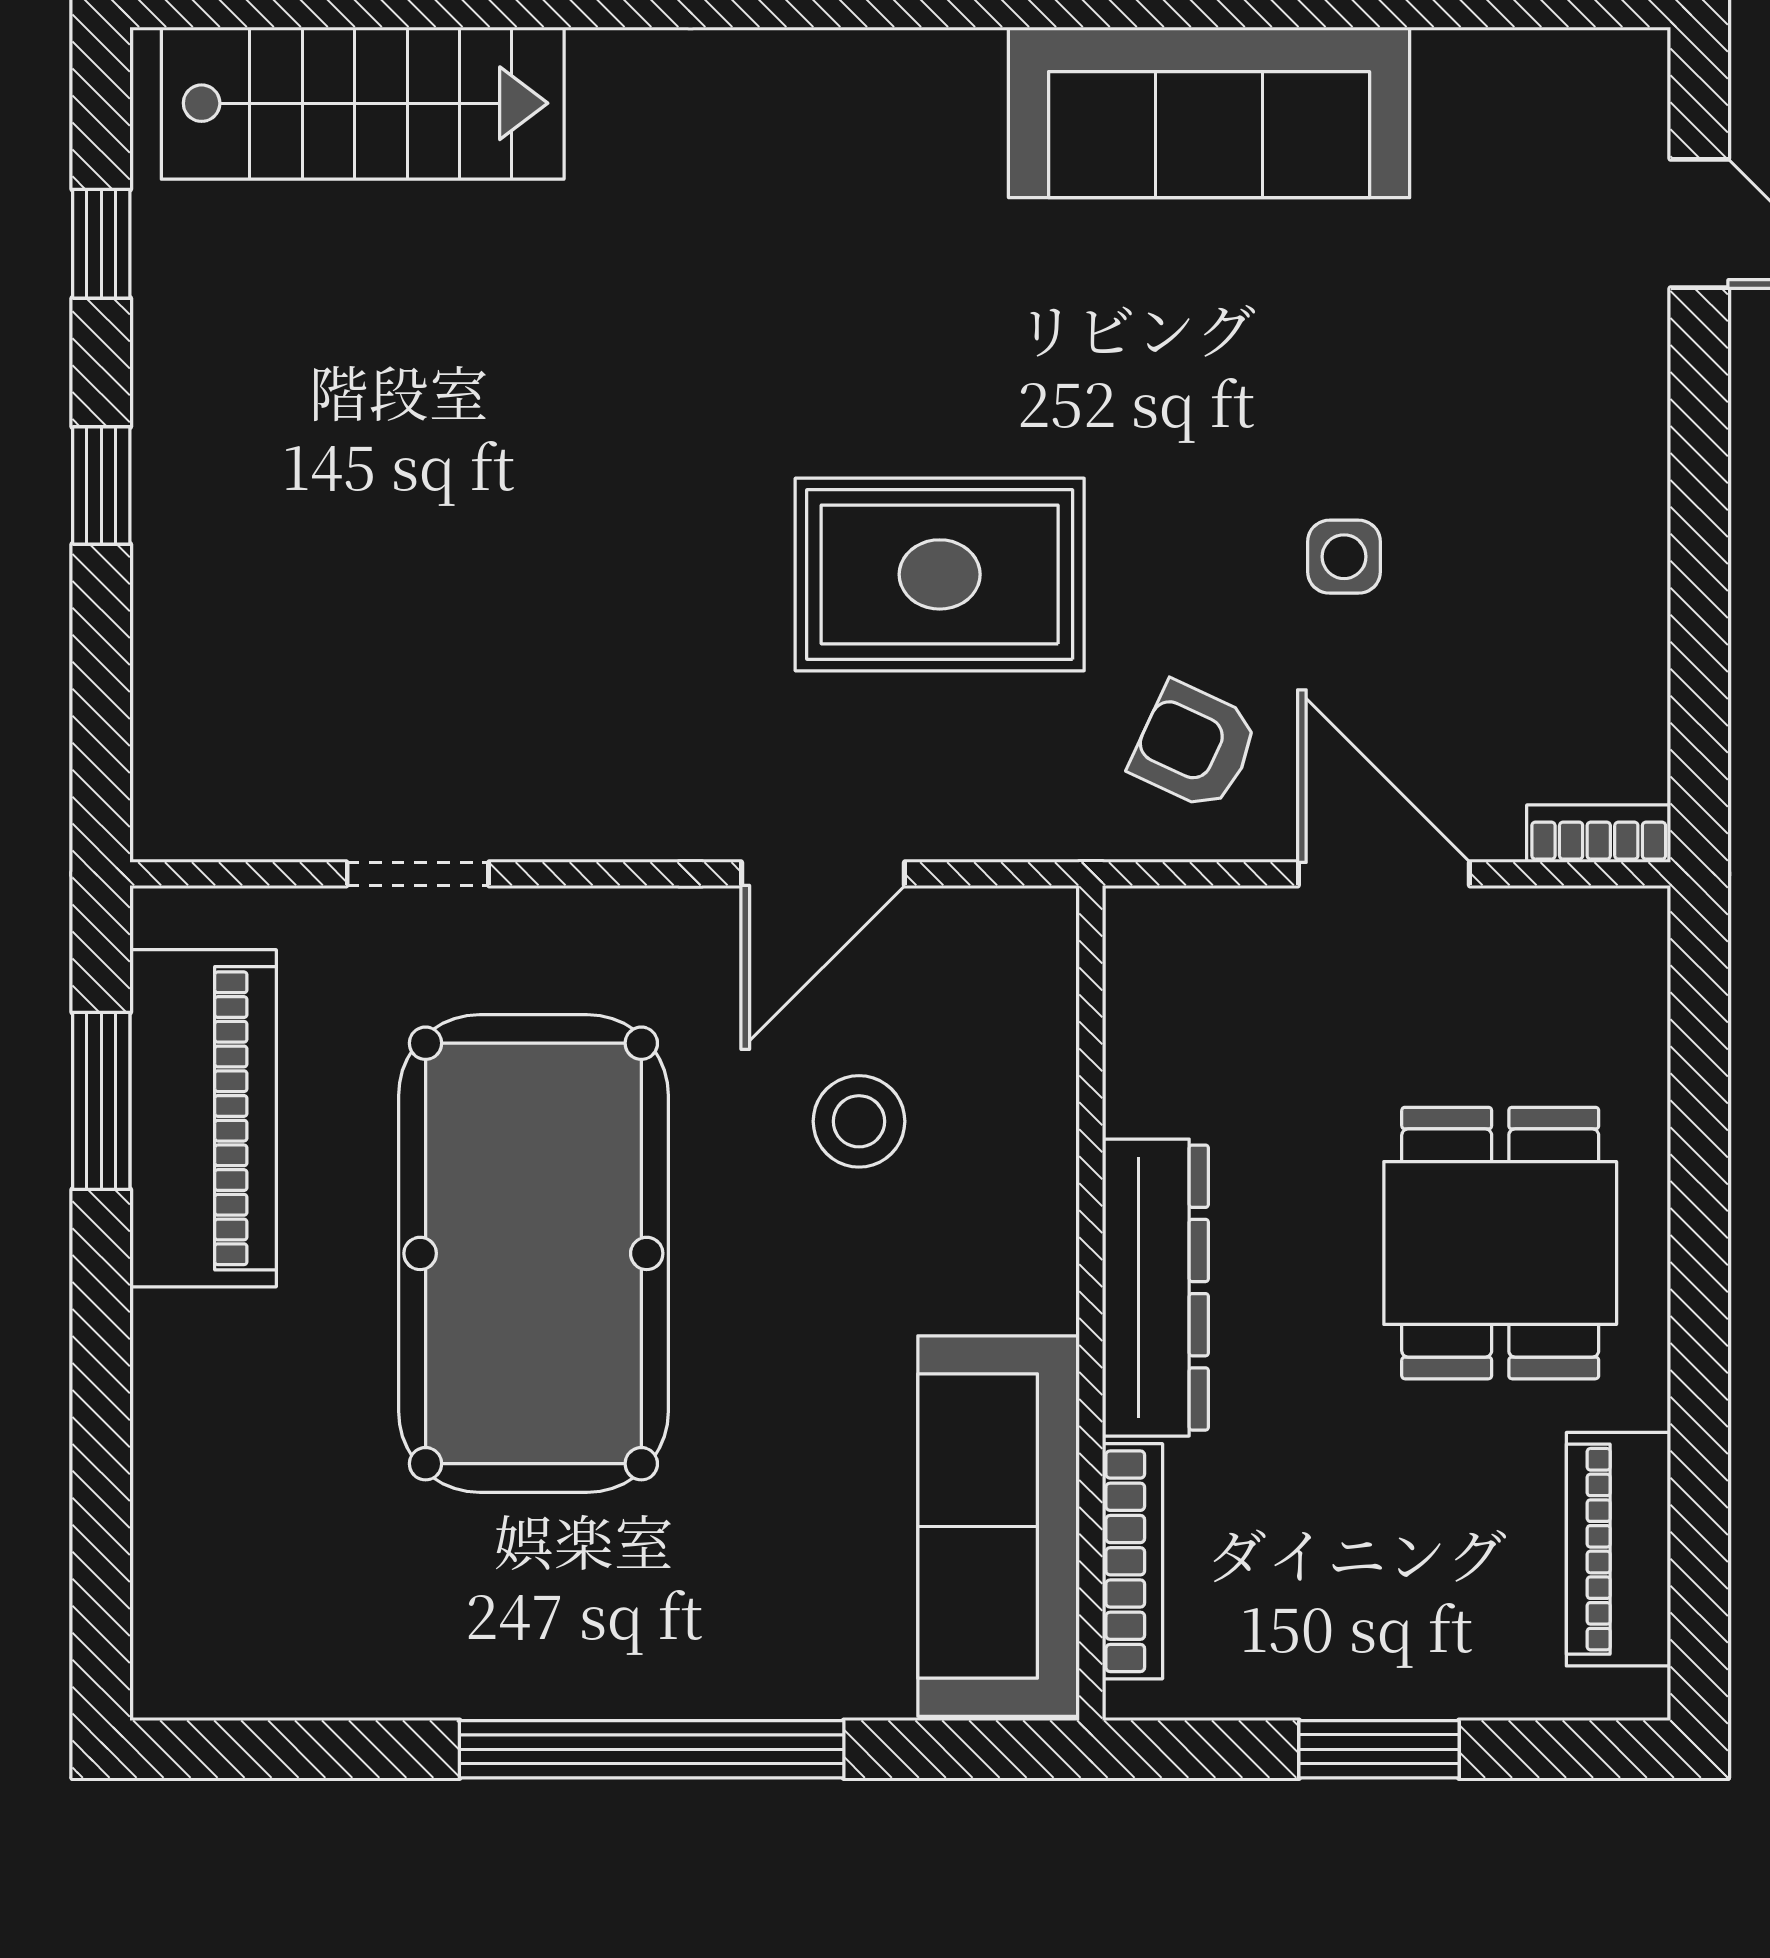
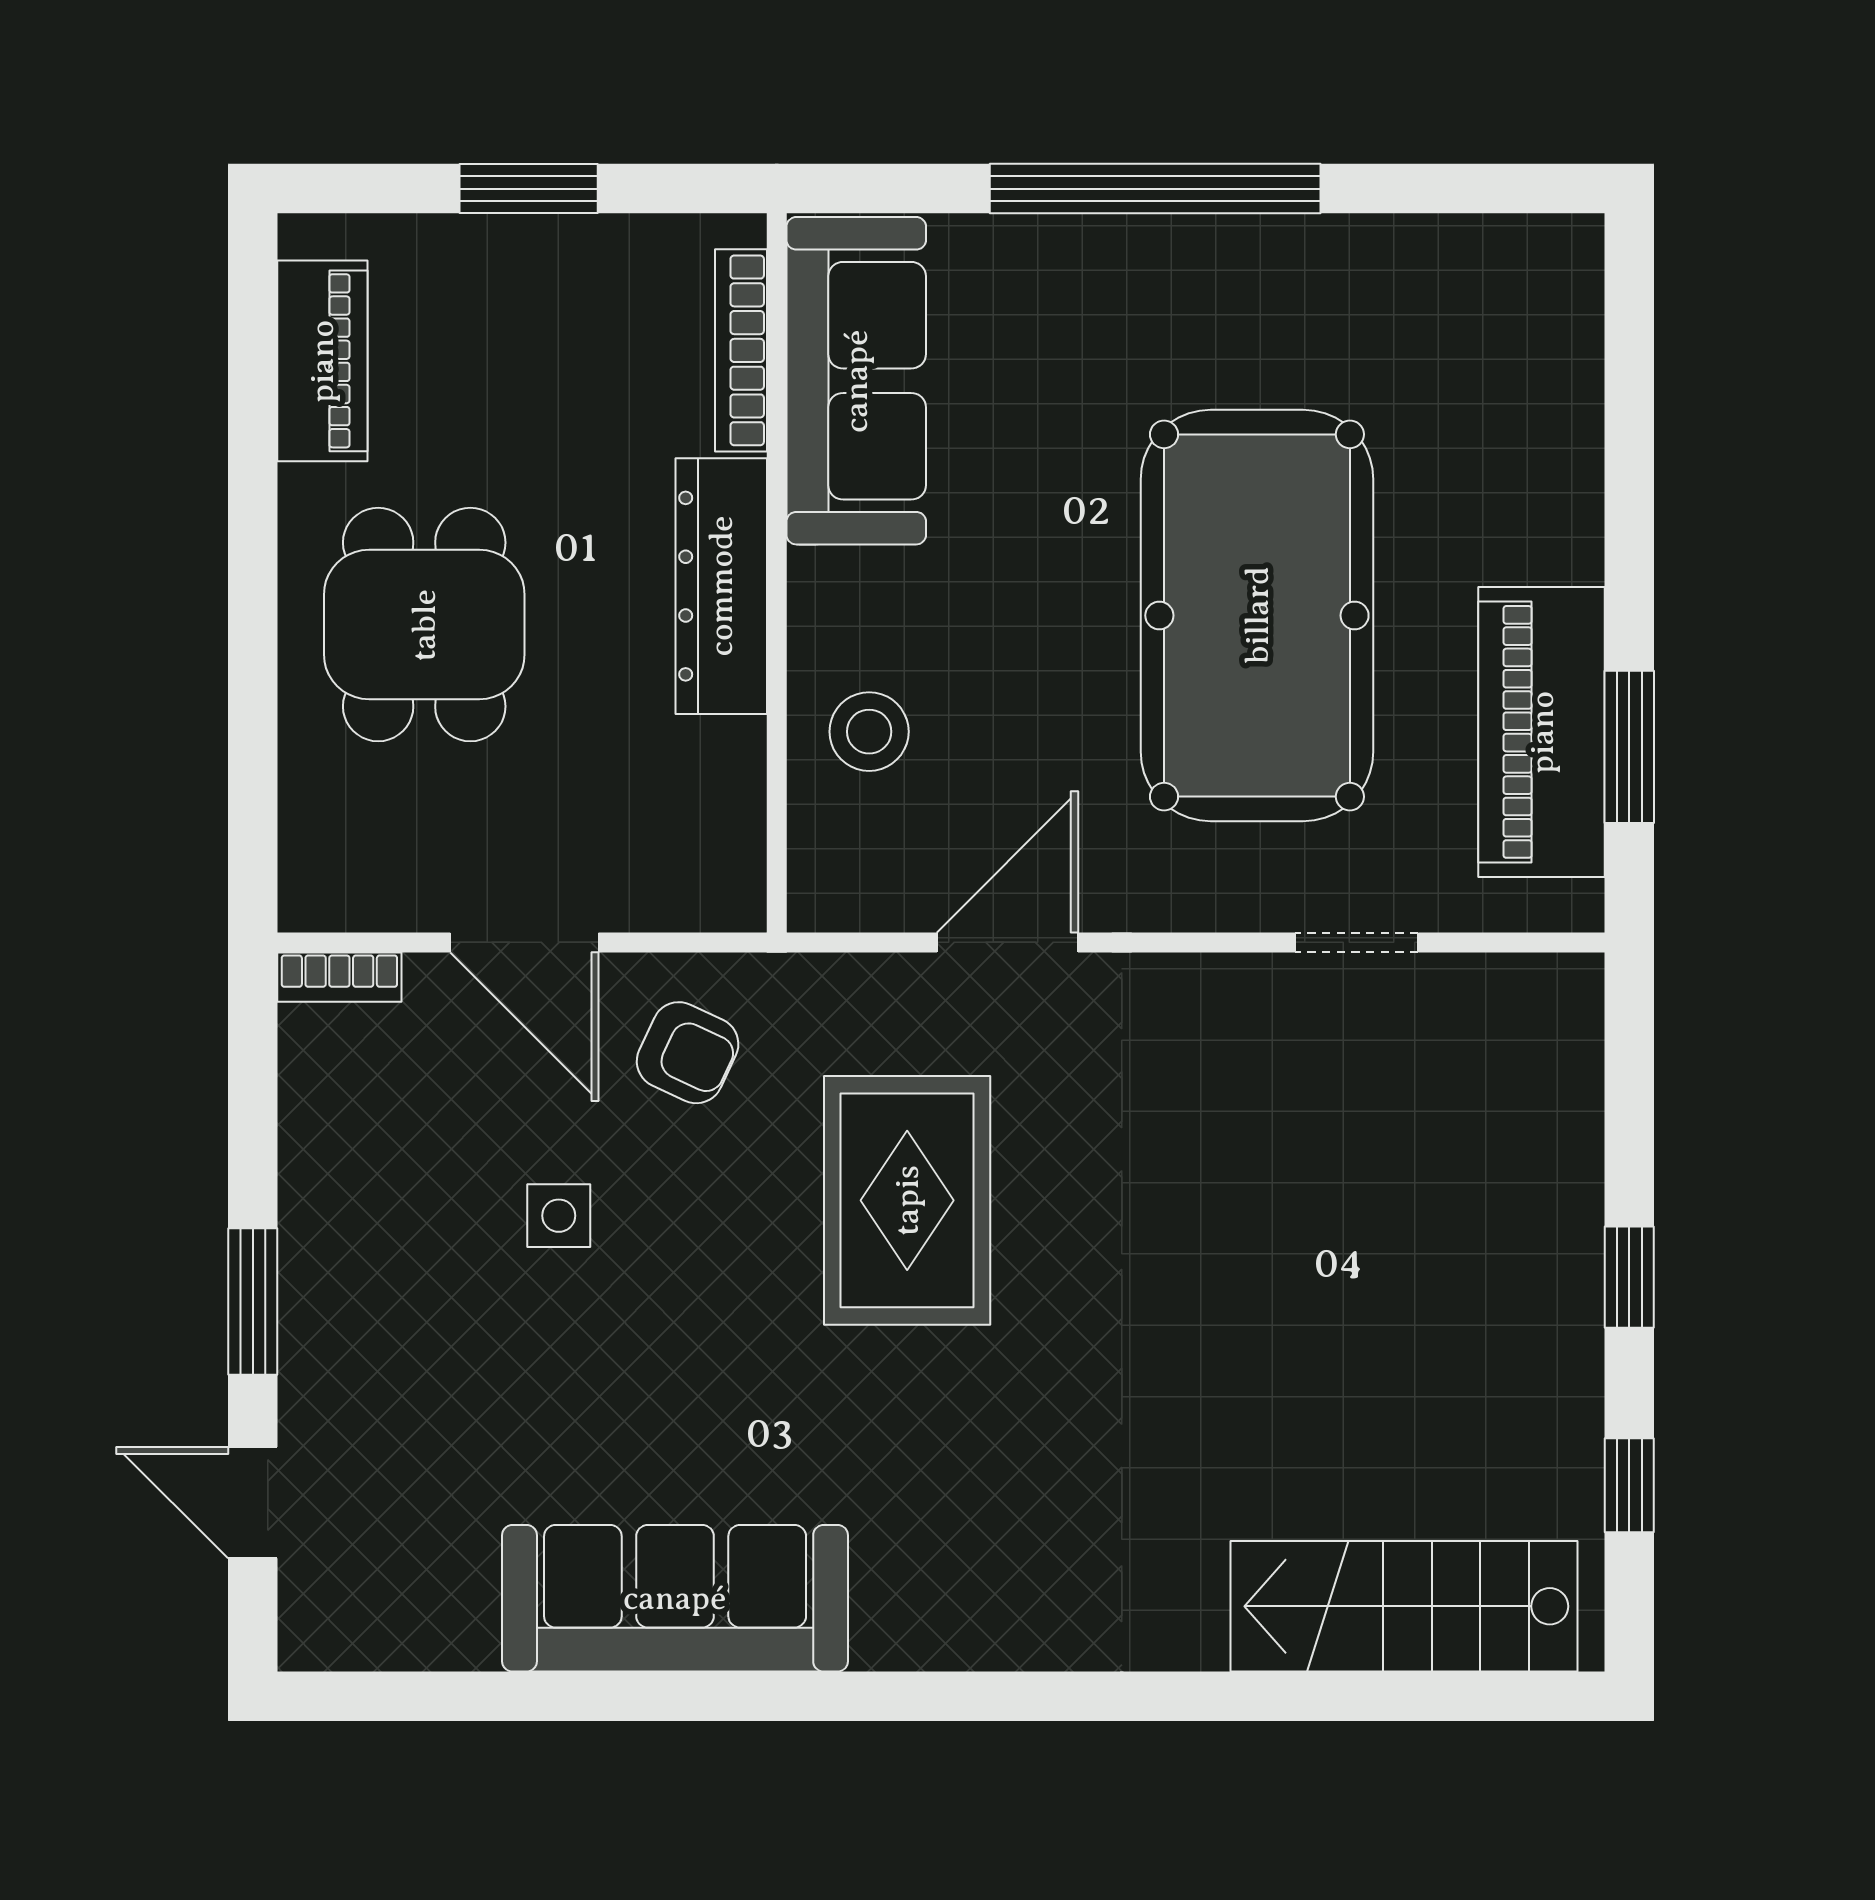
window: (1699, 457) -> (253, 1301), added
rug: (940, 574) -> (907, 1200), turned 90
stool: (859, 1121) -> (869, 732), moved

